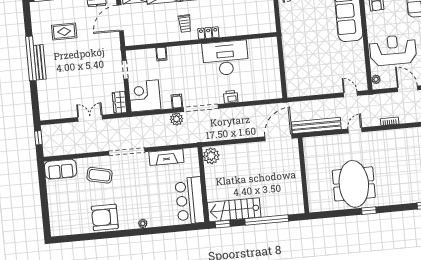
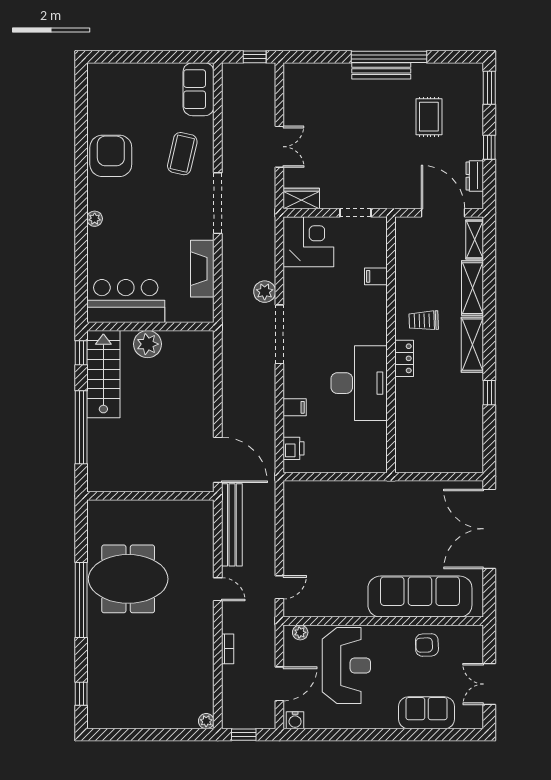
printer: (231, 97) -> (294, 448), moved
filing cabinet: (177, 101) -> (295, 407), moved
plant: (211, 156) -> (148, 344), moved
window: (369, 211) -> (81, 600), width x3.17

